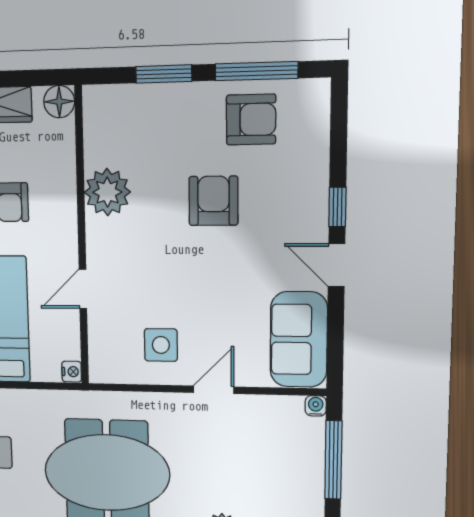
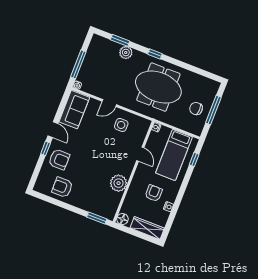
window: (256, 71) -> (55, 202), removed
window: (164, 74) -> (97, 218), moved
armchair: (213, 201) -> (59, 159), moved, turned -90
door: (83, 289) -> (140, 154), hinge flipped

